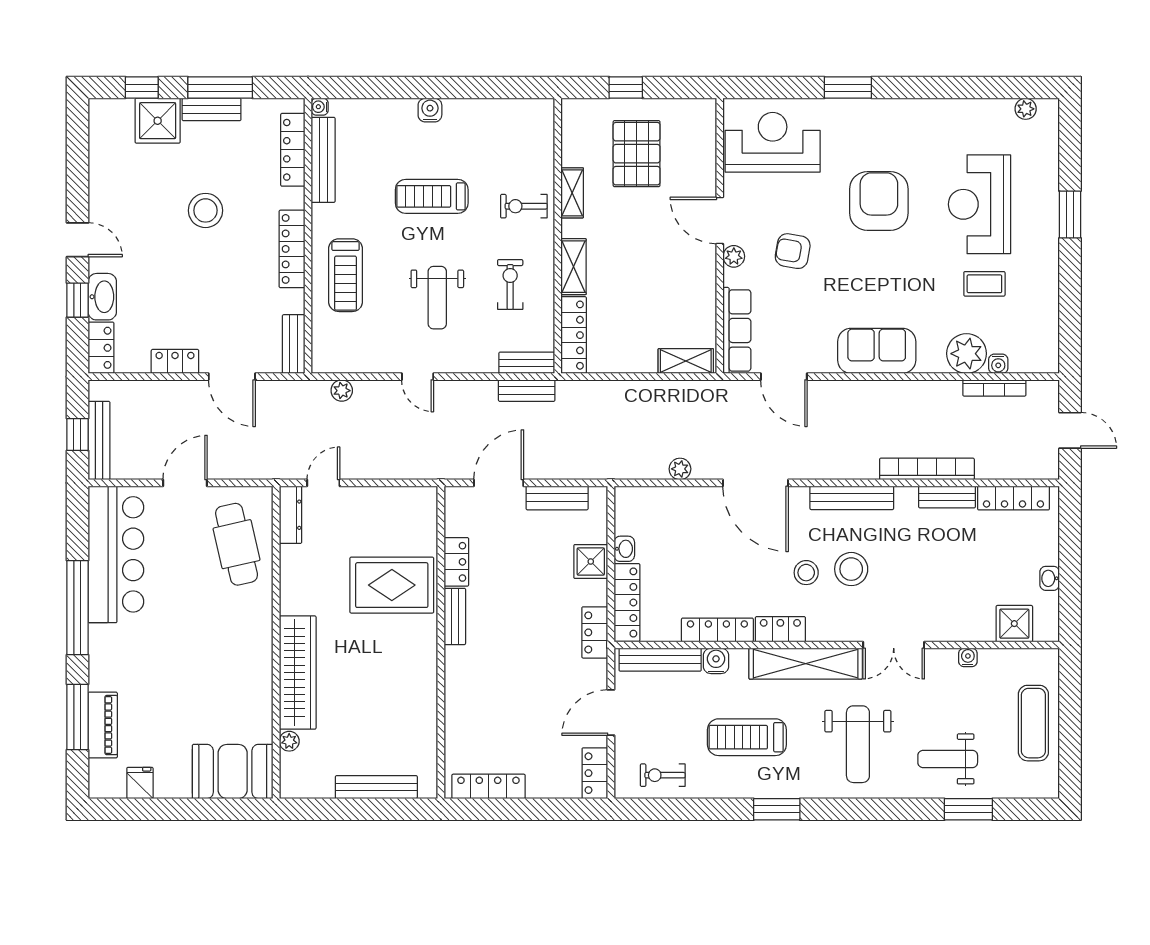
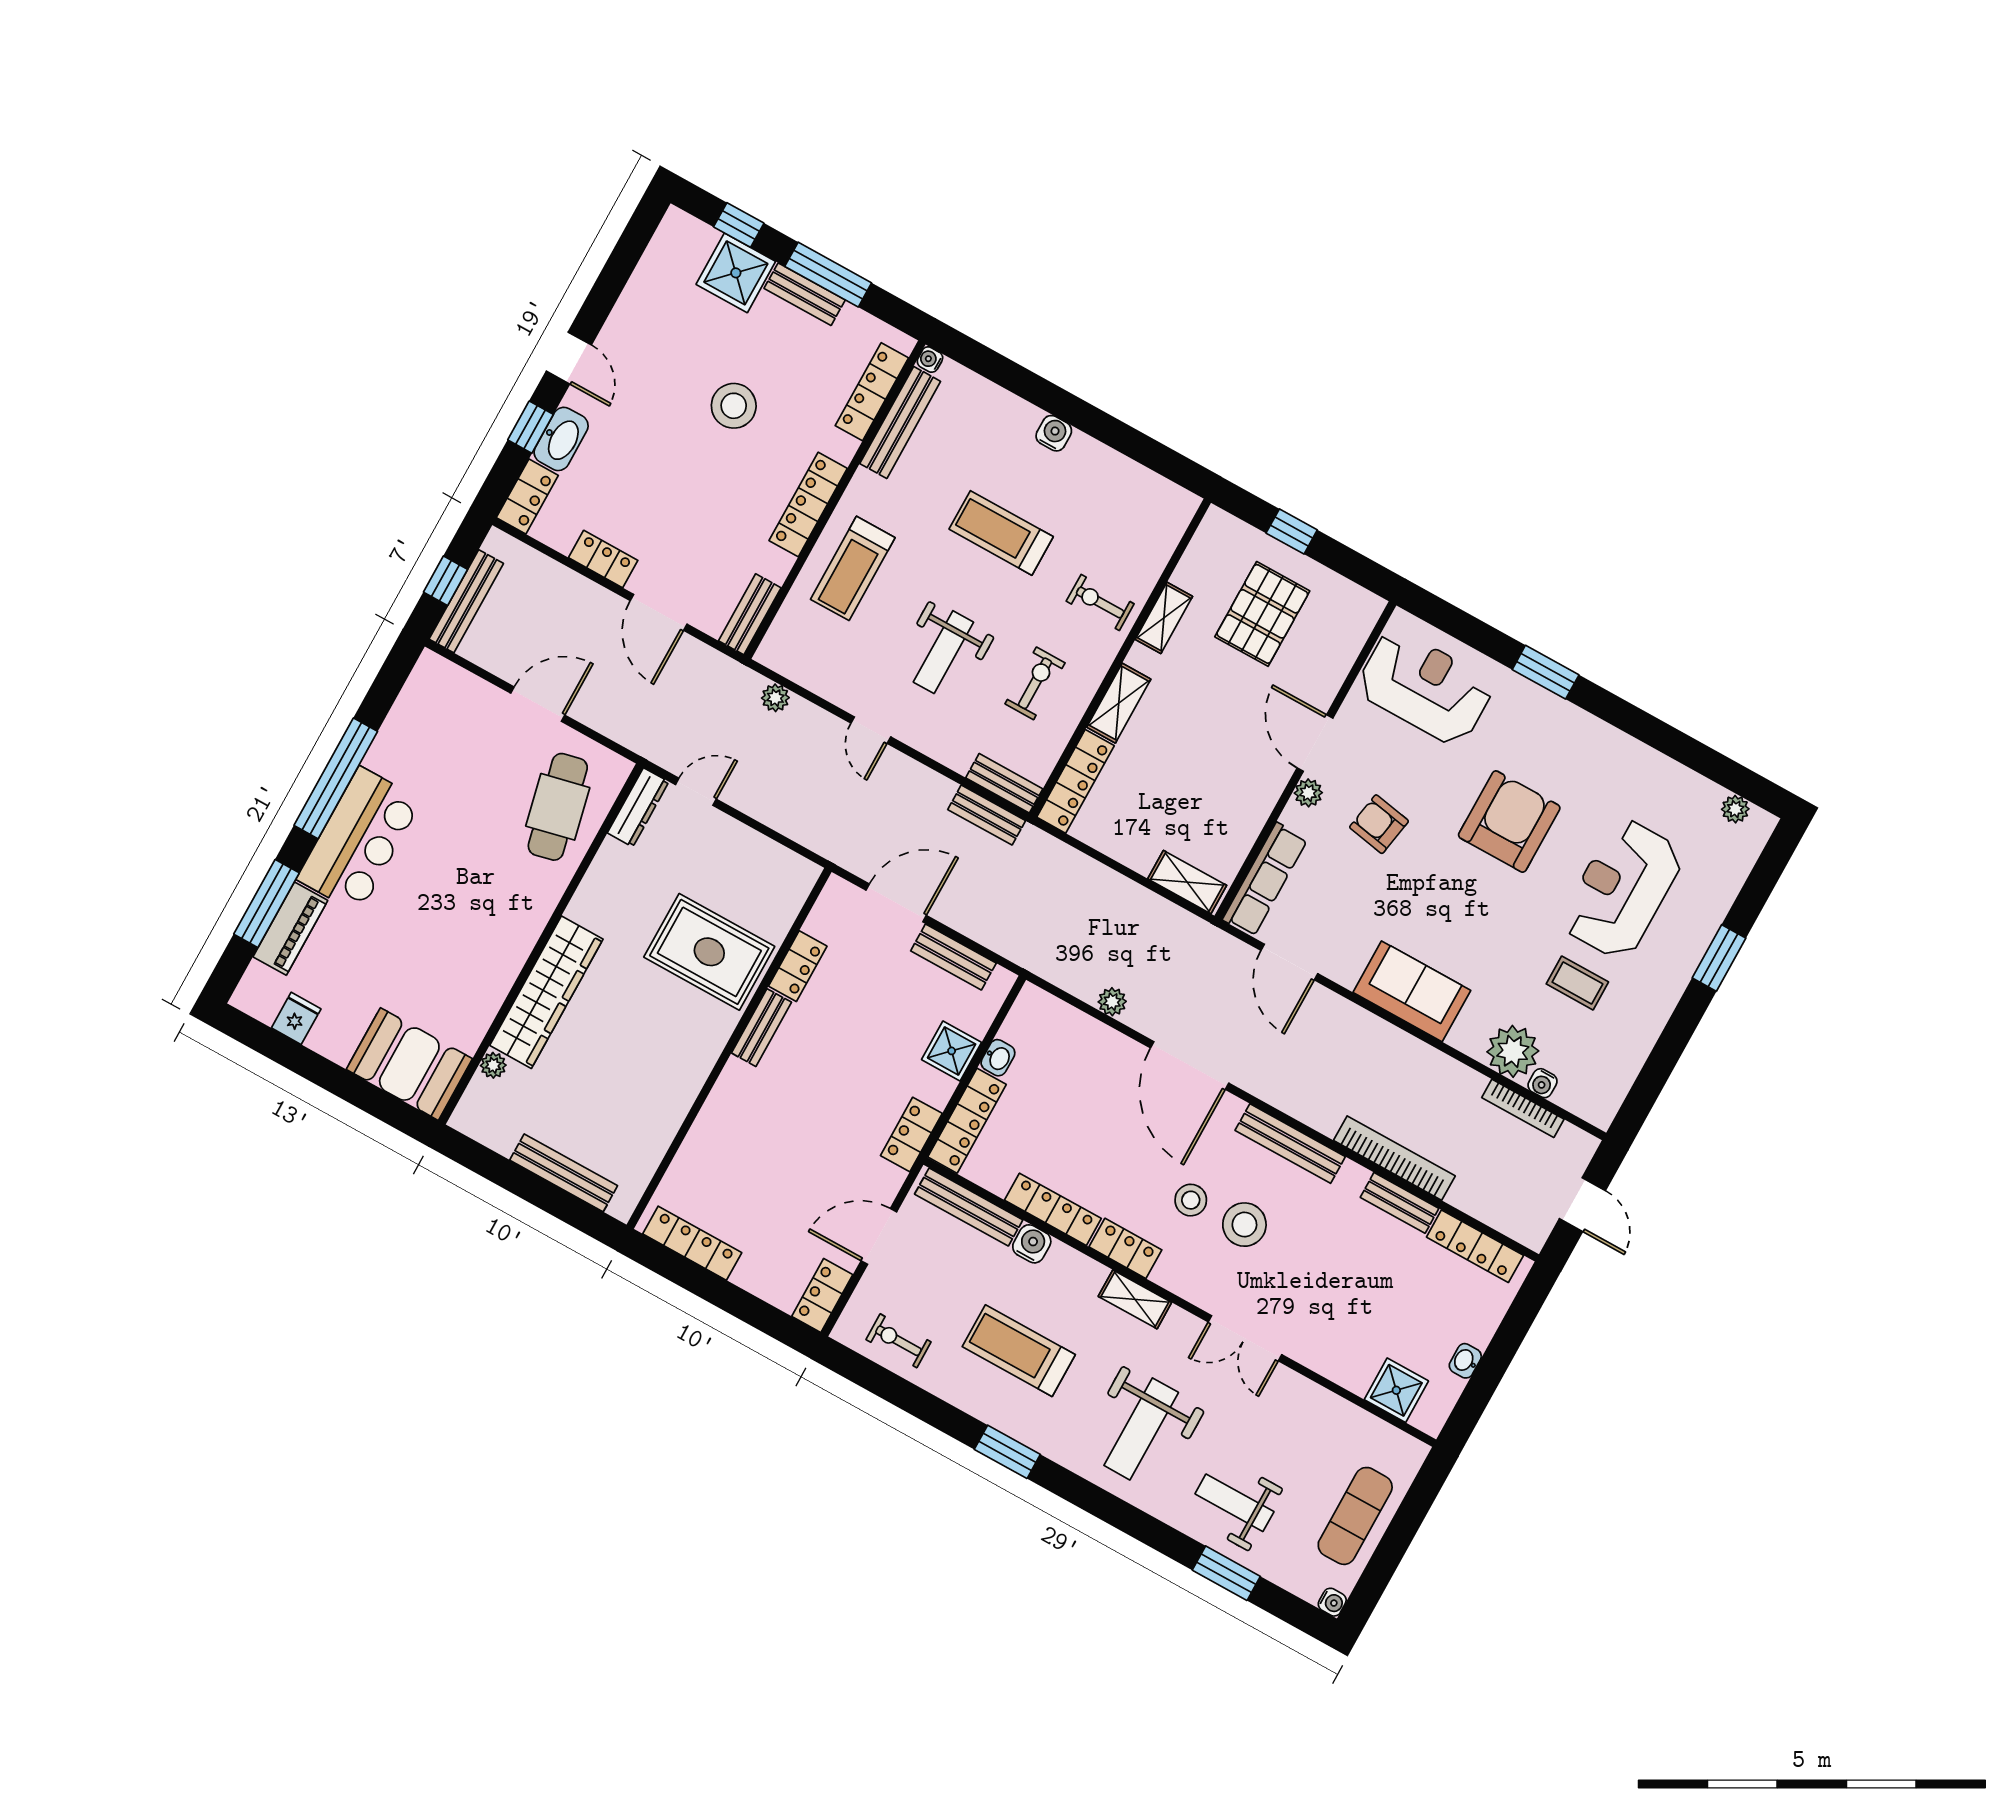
bar counter: (116, 554) -> (359, 840), moved, width x0.73
water cooler: (968, 657) -> (1332, 1602), moved, turned 90
shelving: (806, 664) -> (1135, 1299), width x0.45, depth x0.75

